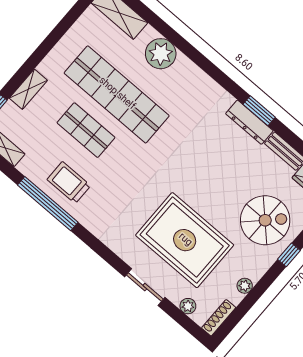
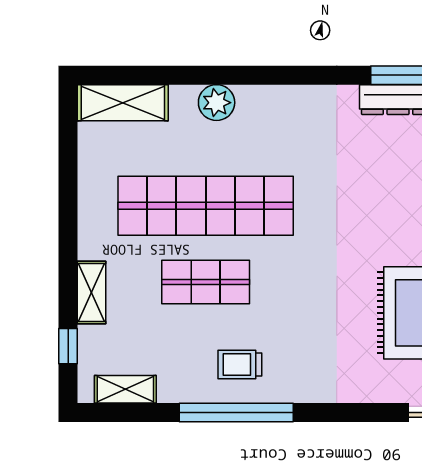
plant: (161, 54) -> (217, 103), width x0.73, depth x0.73
trolley: (69, 183) -> (240, 364), width x0.73, depth x0.72

